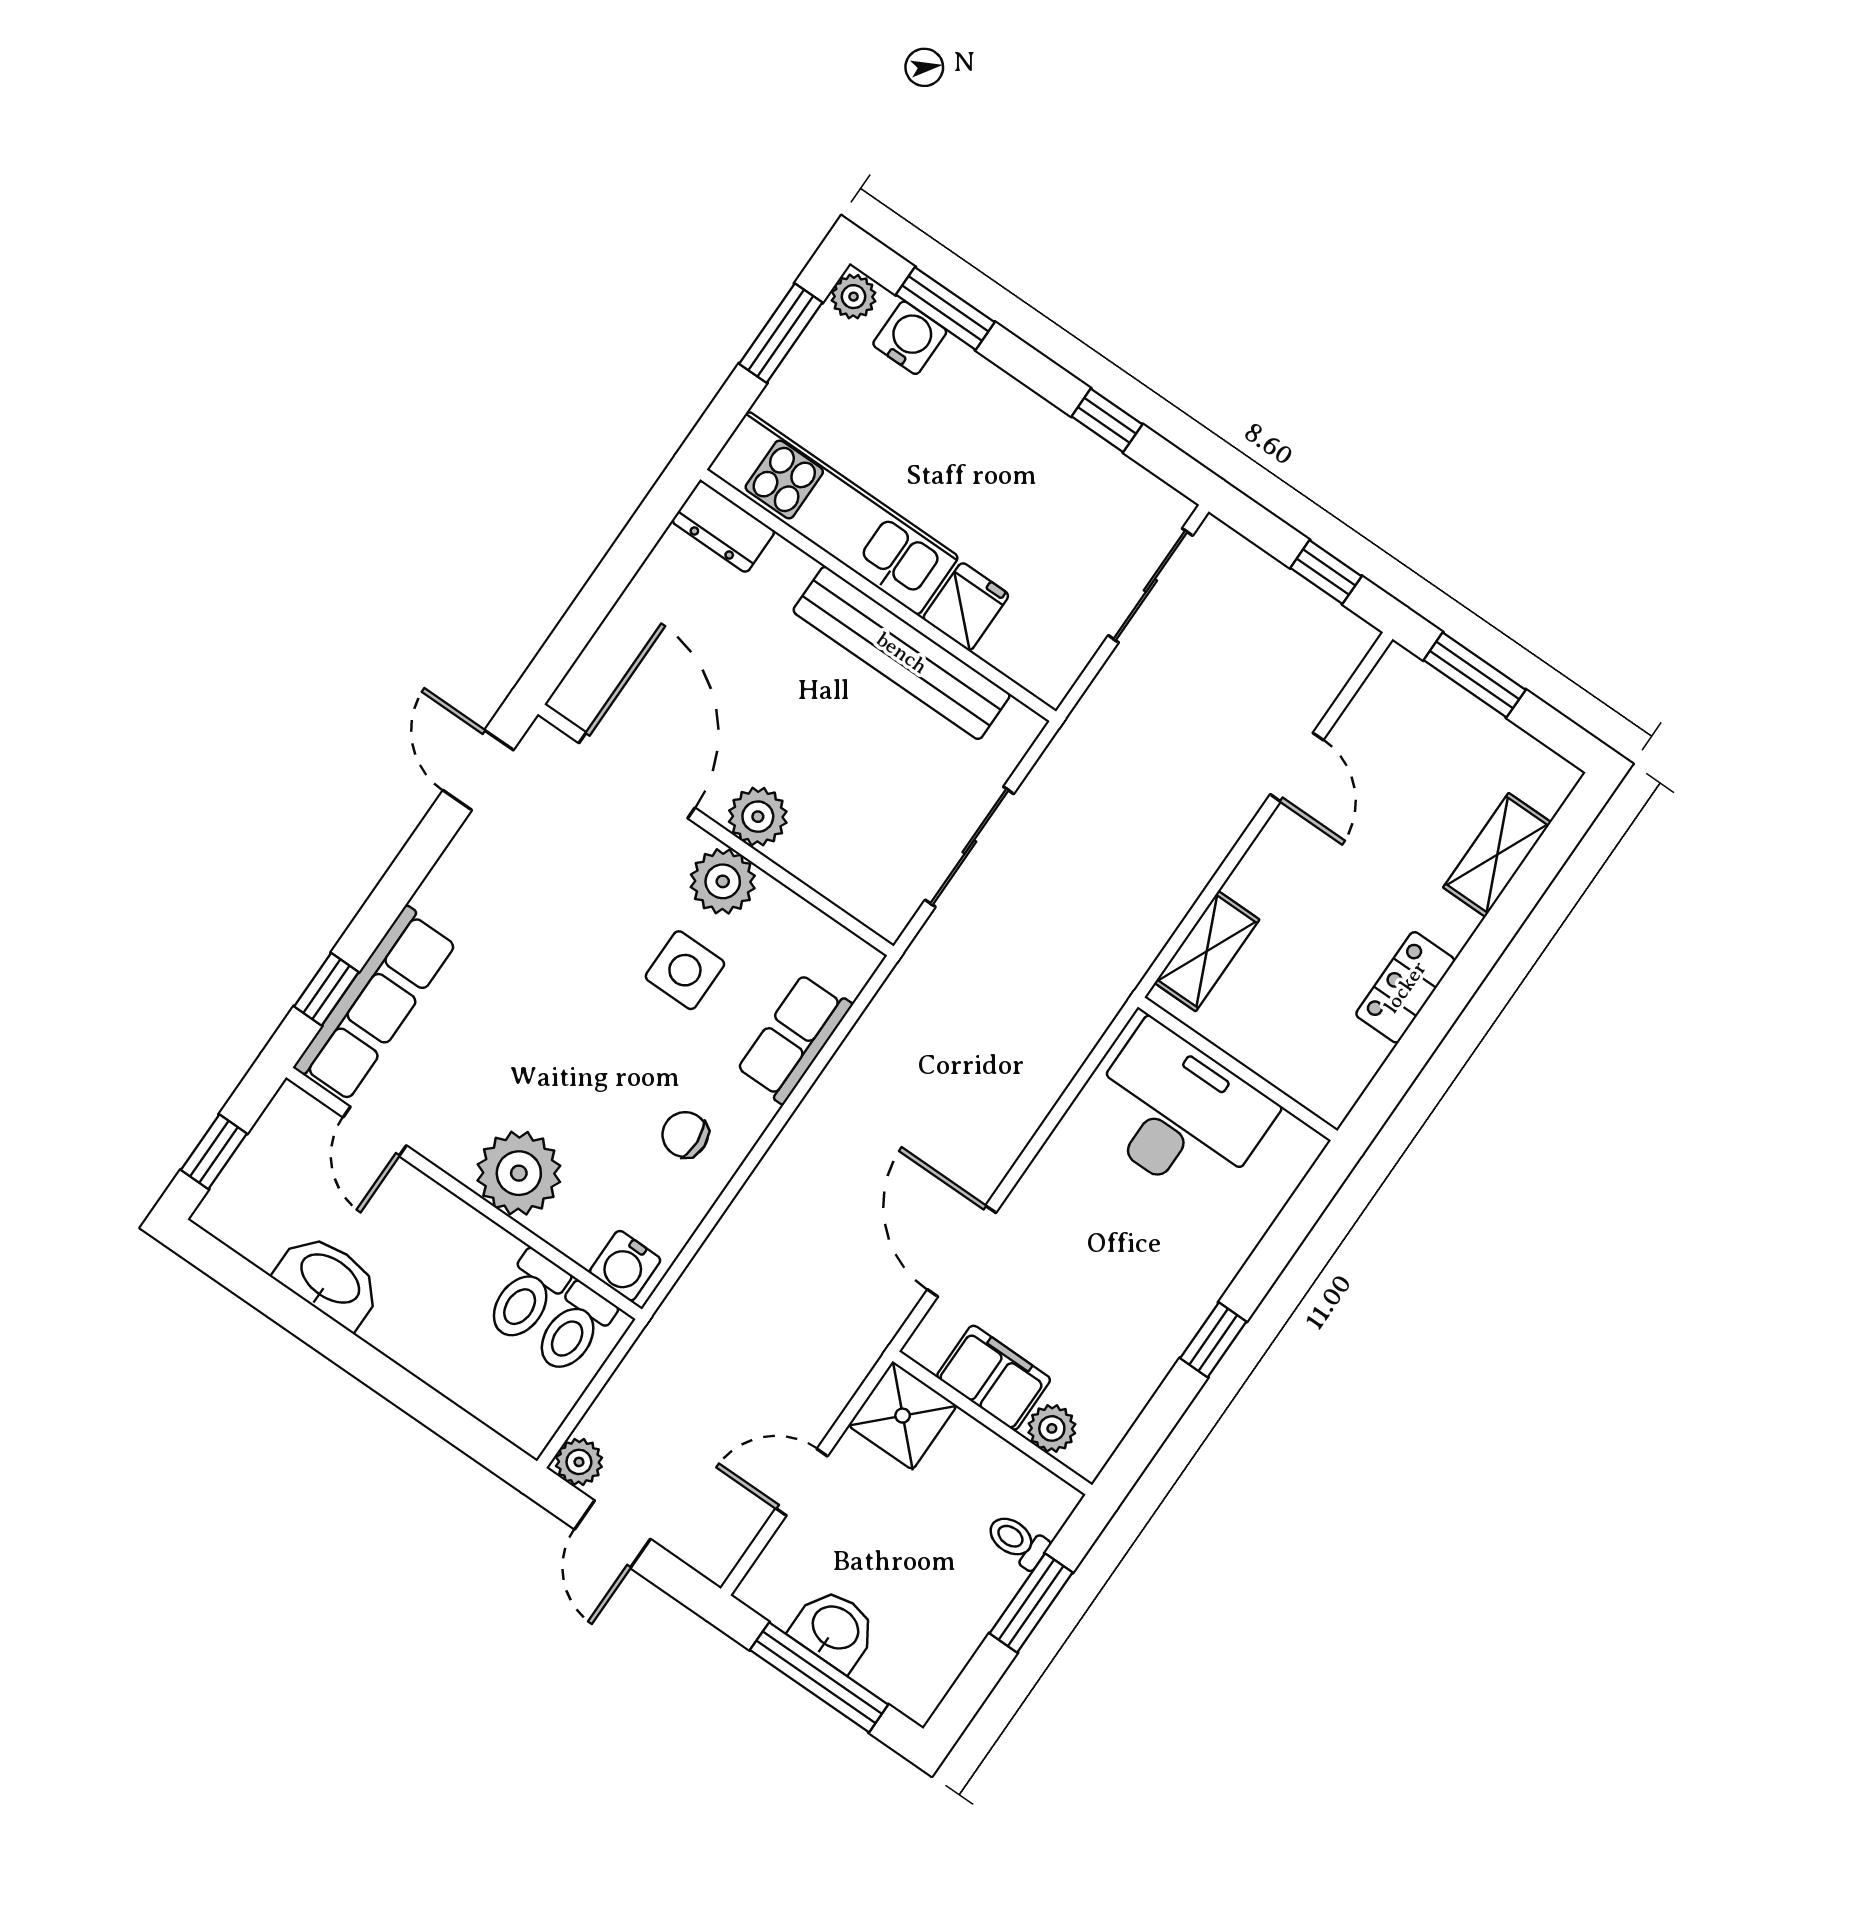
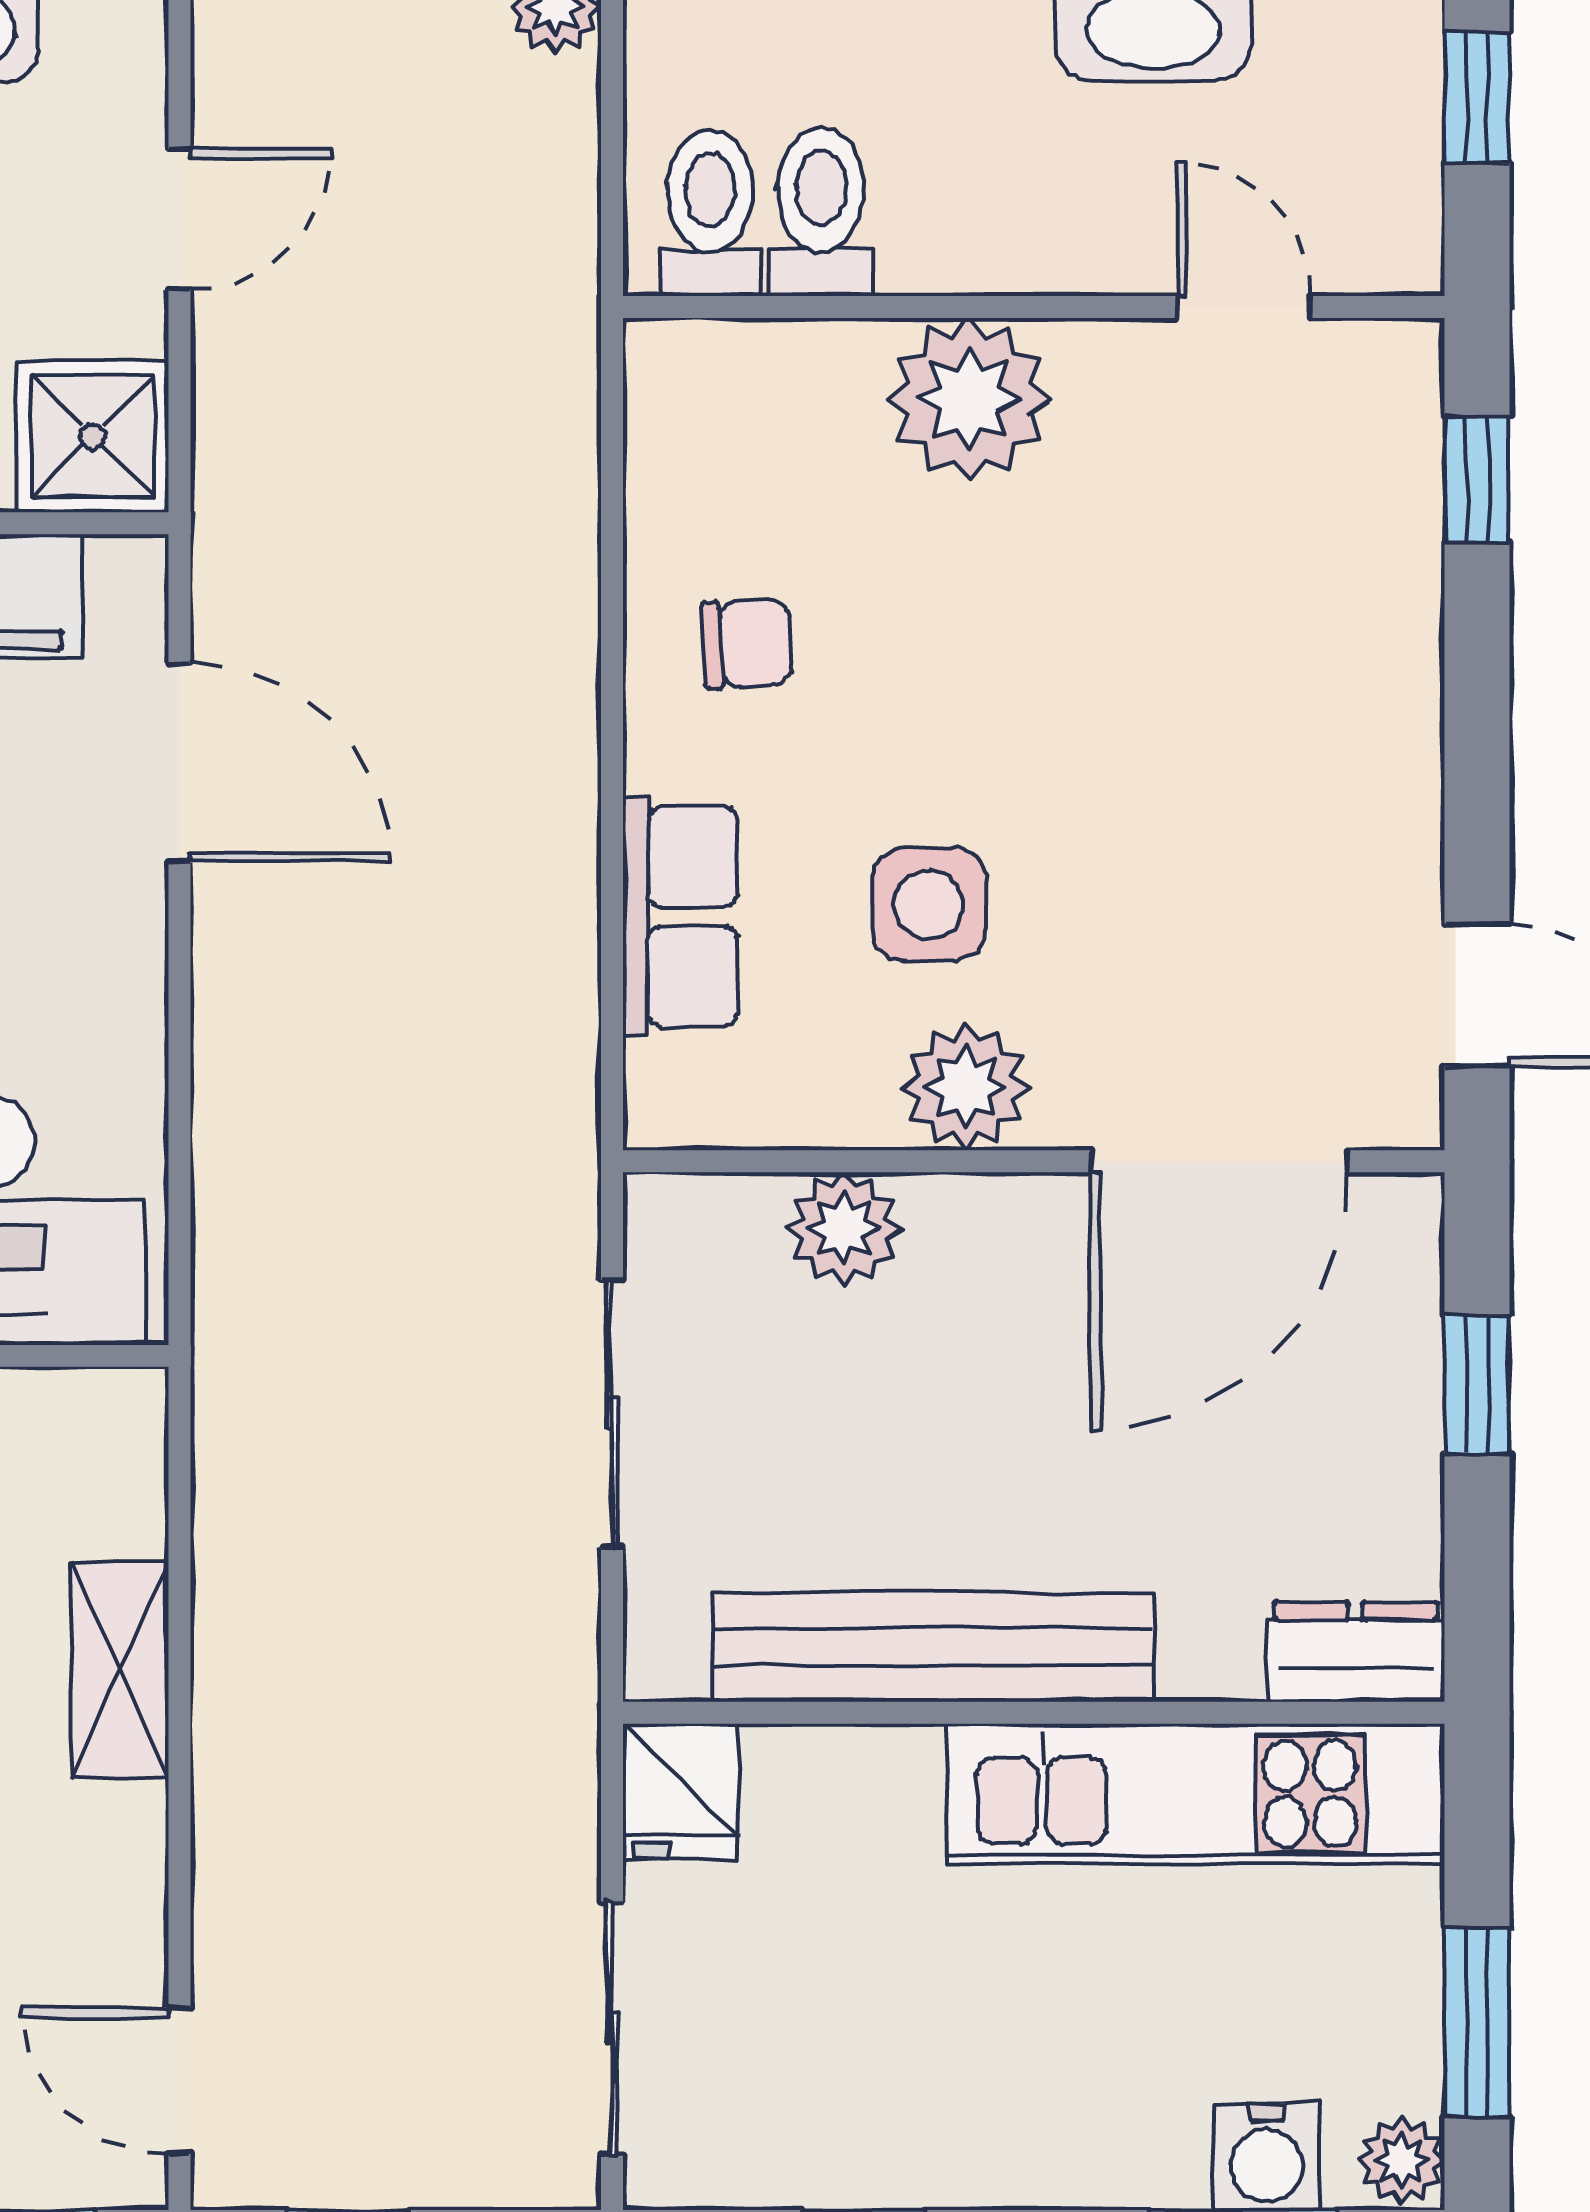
window: (593, 604) -> (1477, 1385), added
fridge: (966, 607) -> (681, 1791), moved
door: (1297, 767) -> (179, 2081), moved
door: (637, 775) -> (1219, 1161), hinge flipped
plant: (758, 817) -> (844, 1229), moved
shelving: (1207, 951) -> (120, 1670), moved
row of seats: (376, 1004) -> (1382, 510), removed
water cooler: (625, 1266) -> (698, 369), removed

